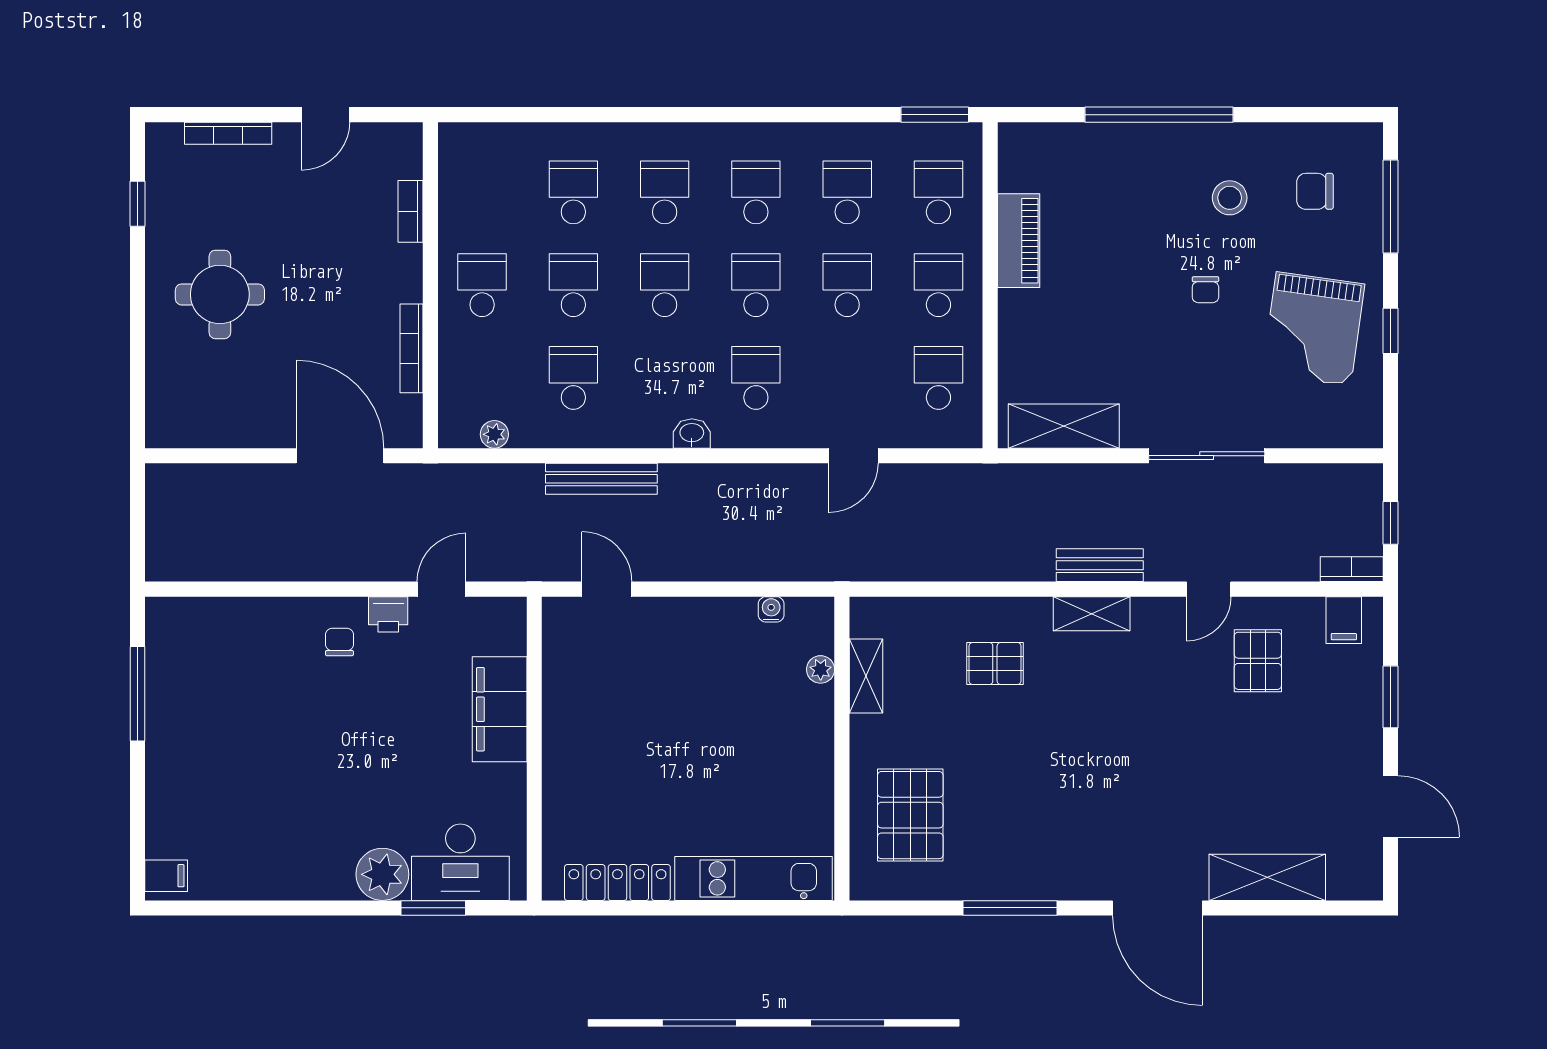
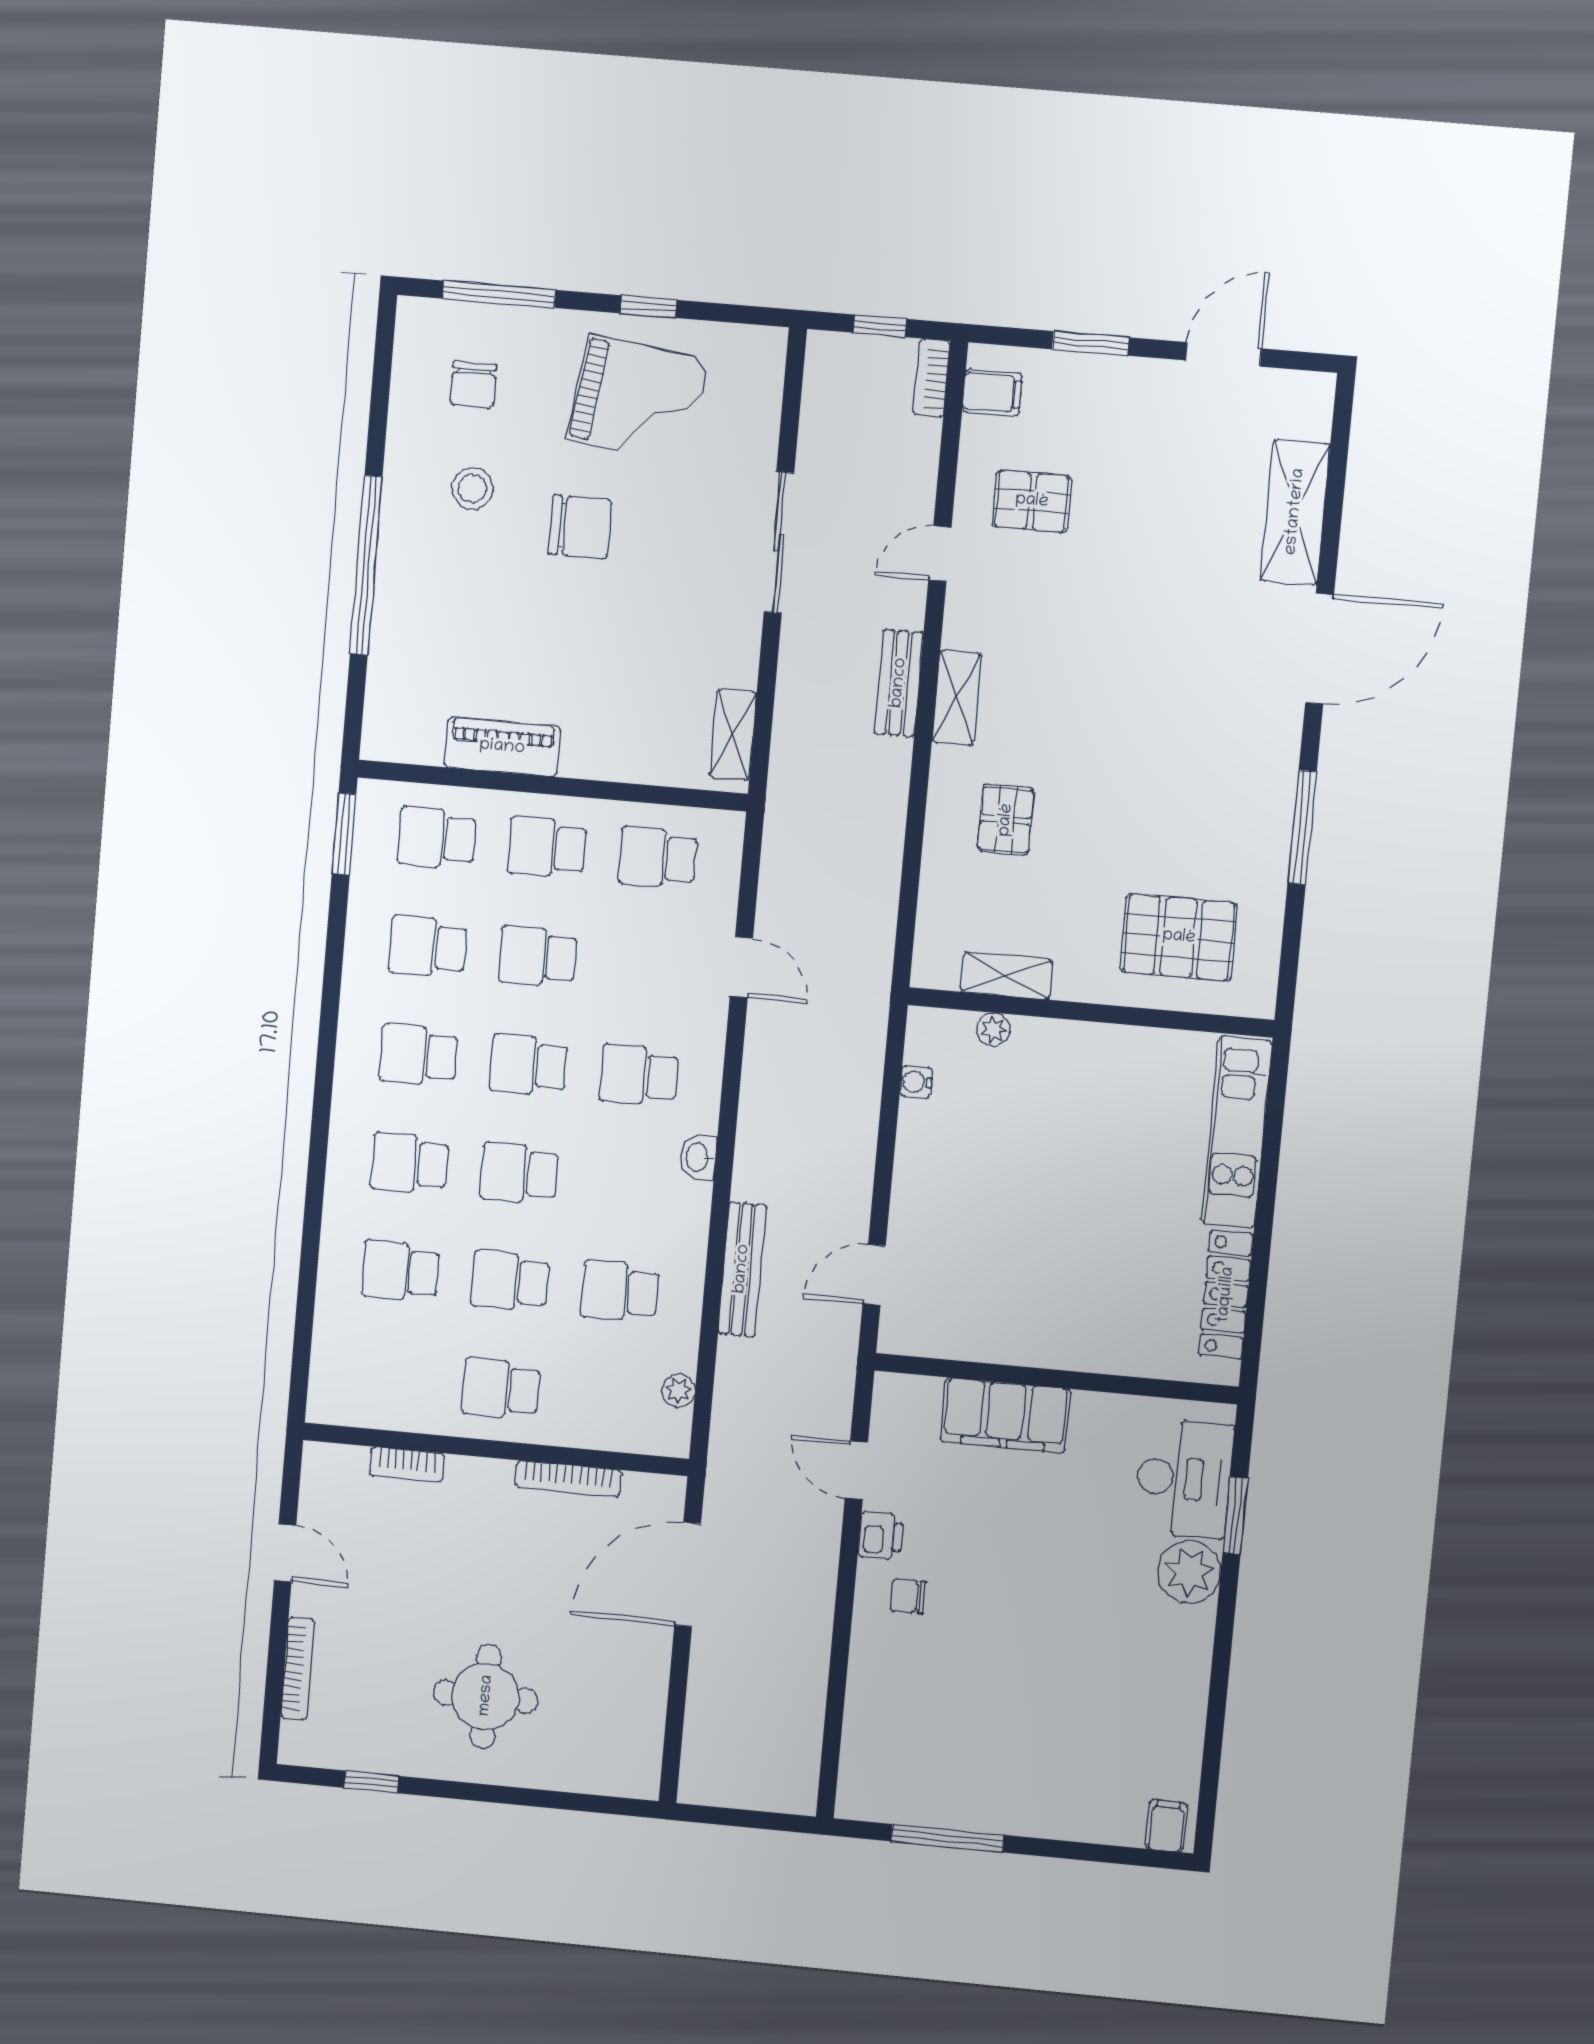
chair: (1205, 290) -> (580, 527), width x1.87, depth x1.87
shelving: (1064, 426) -> (733, 735), width x0.67, depth x0.75
door: (1209, 589) -> (940, 554), swing flipped

